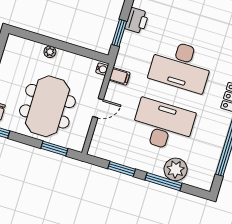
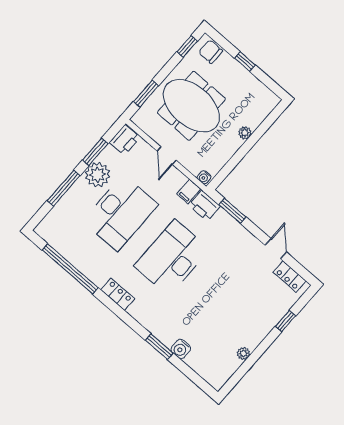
printer: (137, 21) -> (205, 206), moved
printer: (101, 149) -> (125, 140), added
plant: (176, 169) -> (98, 175), moved

